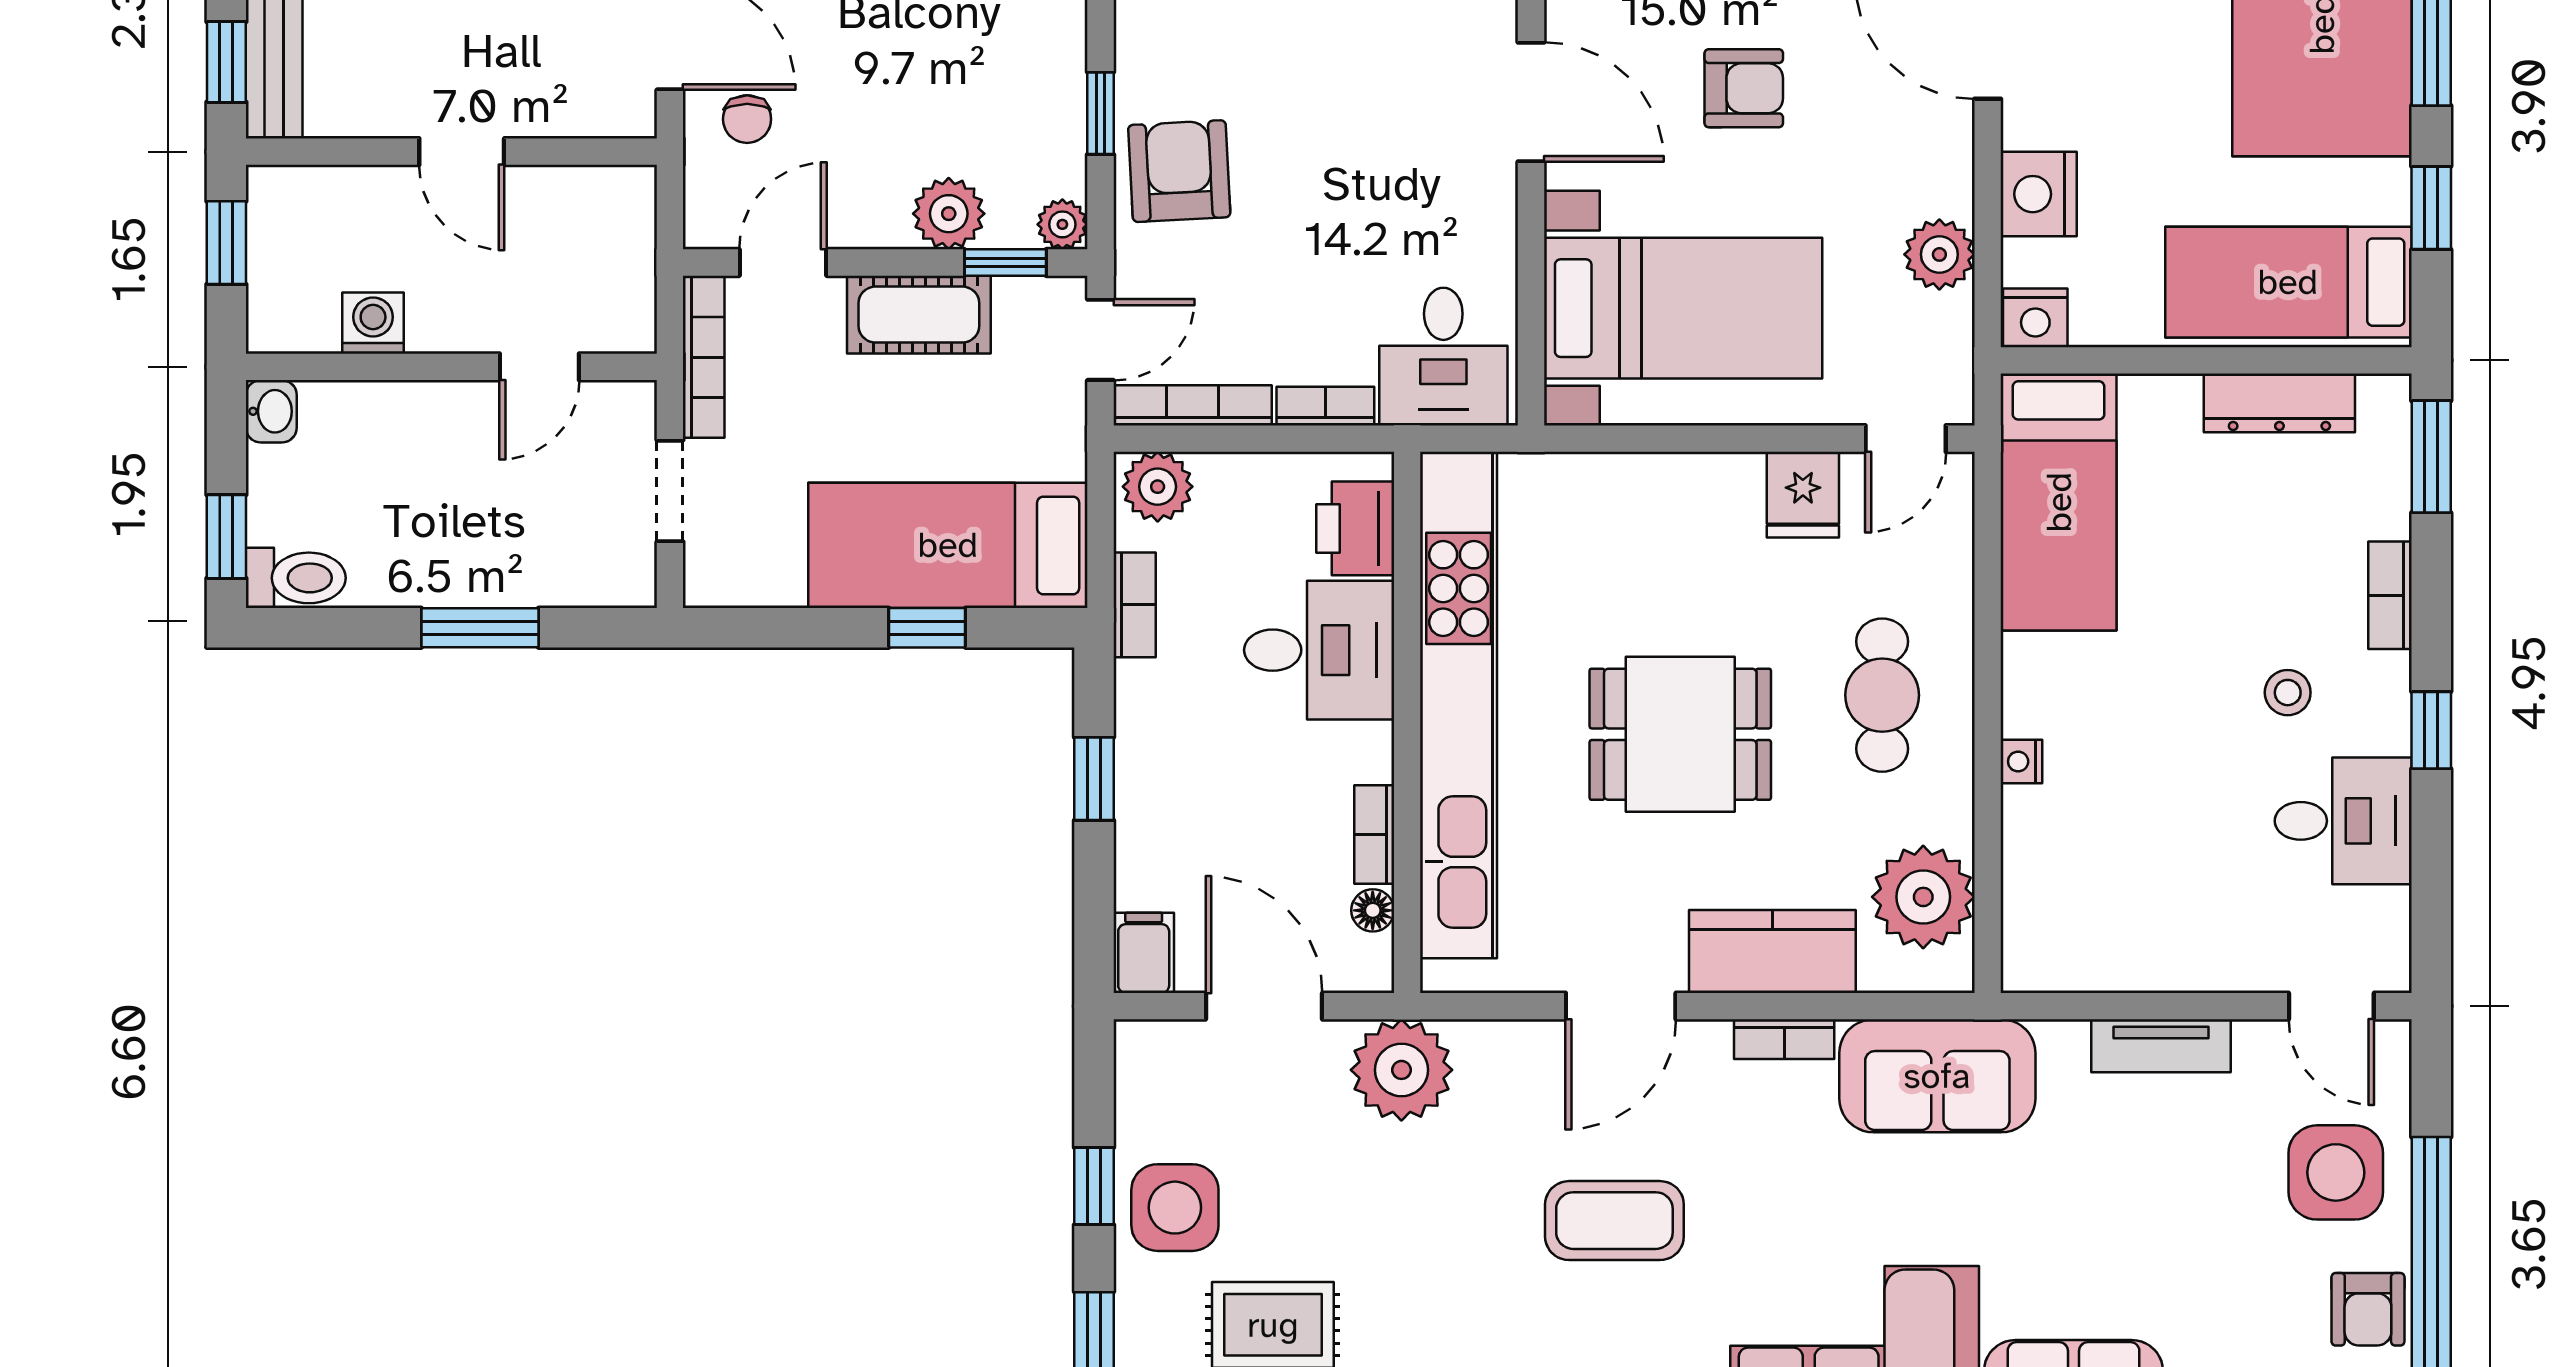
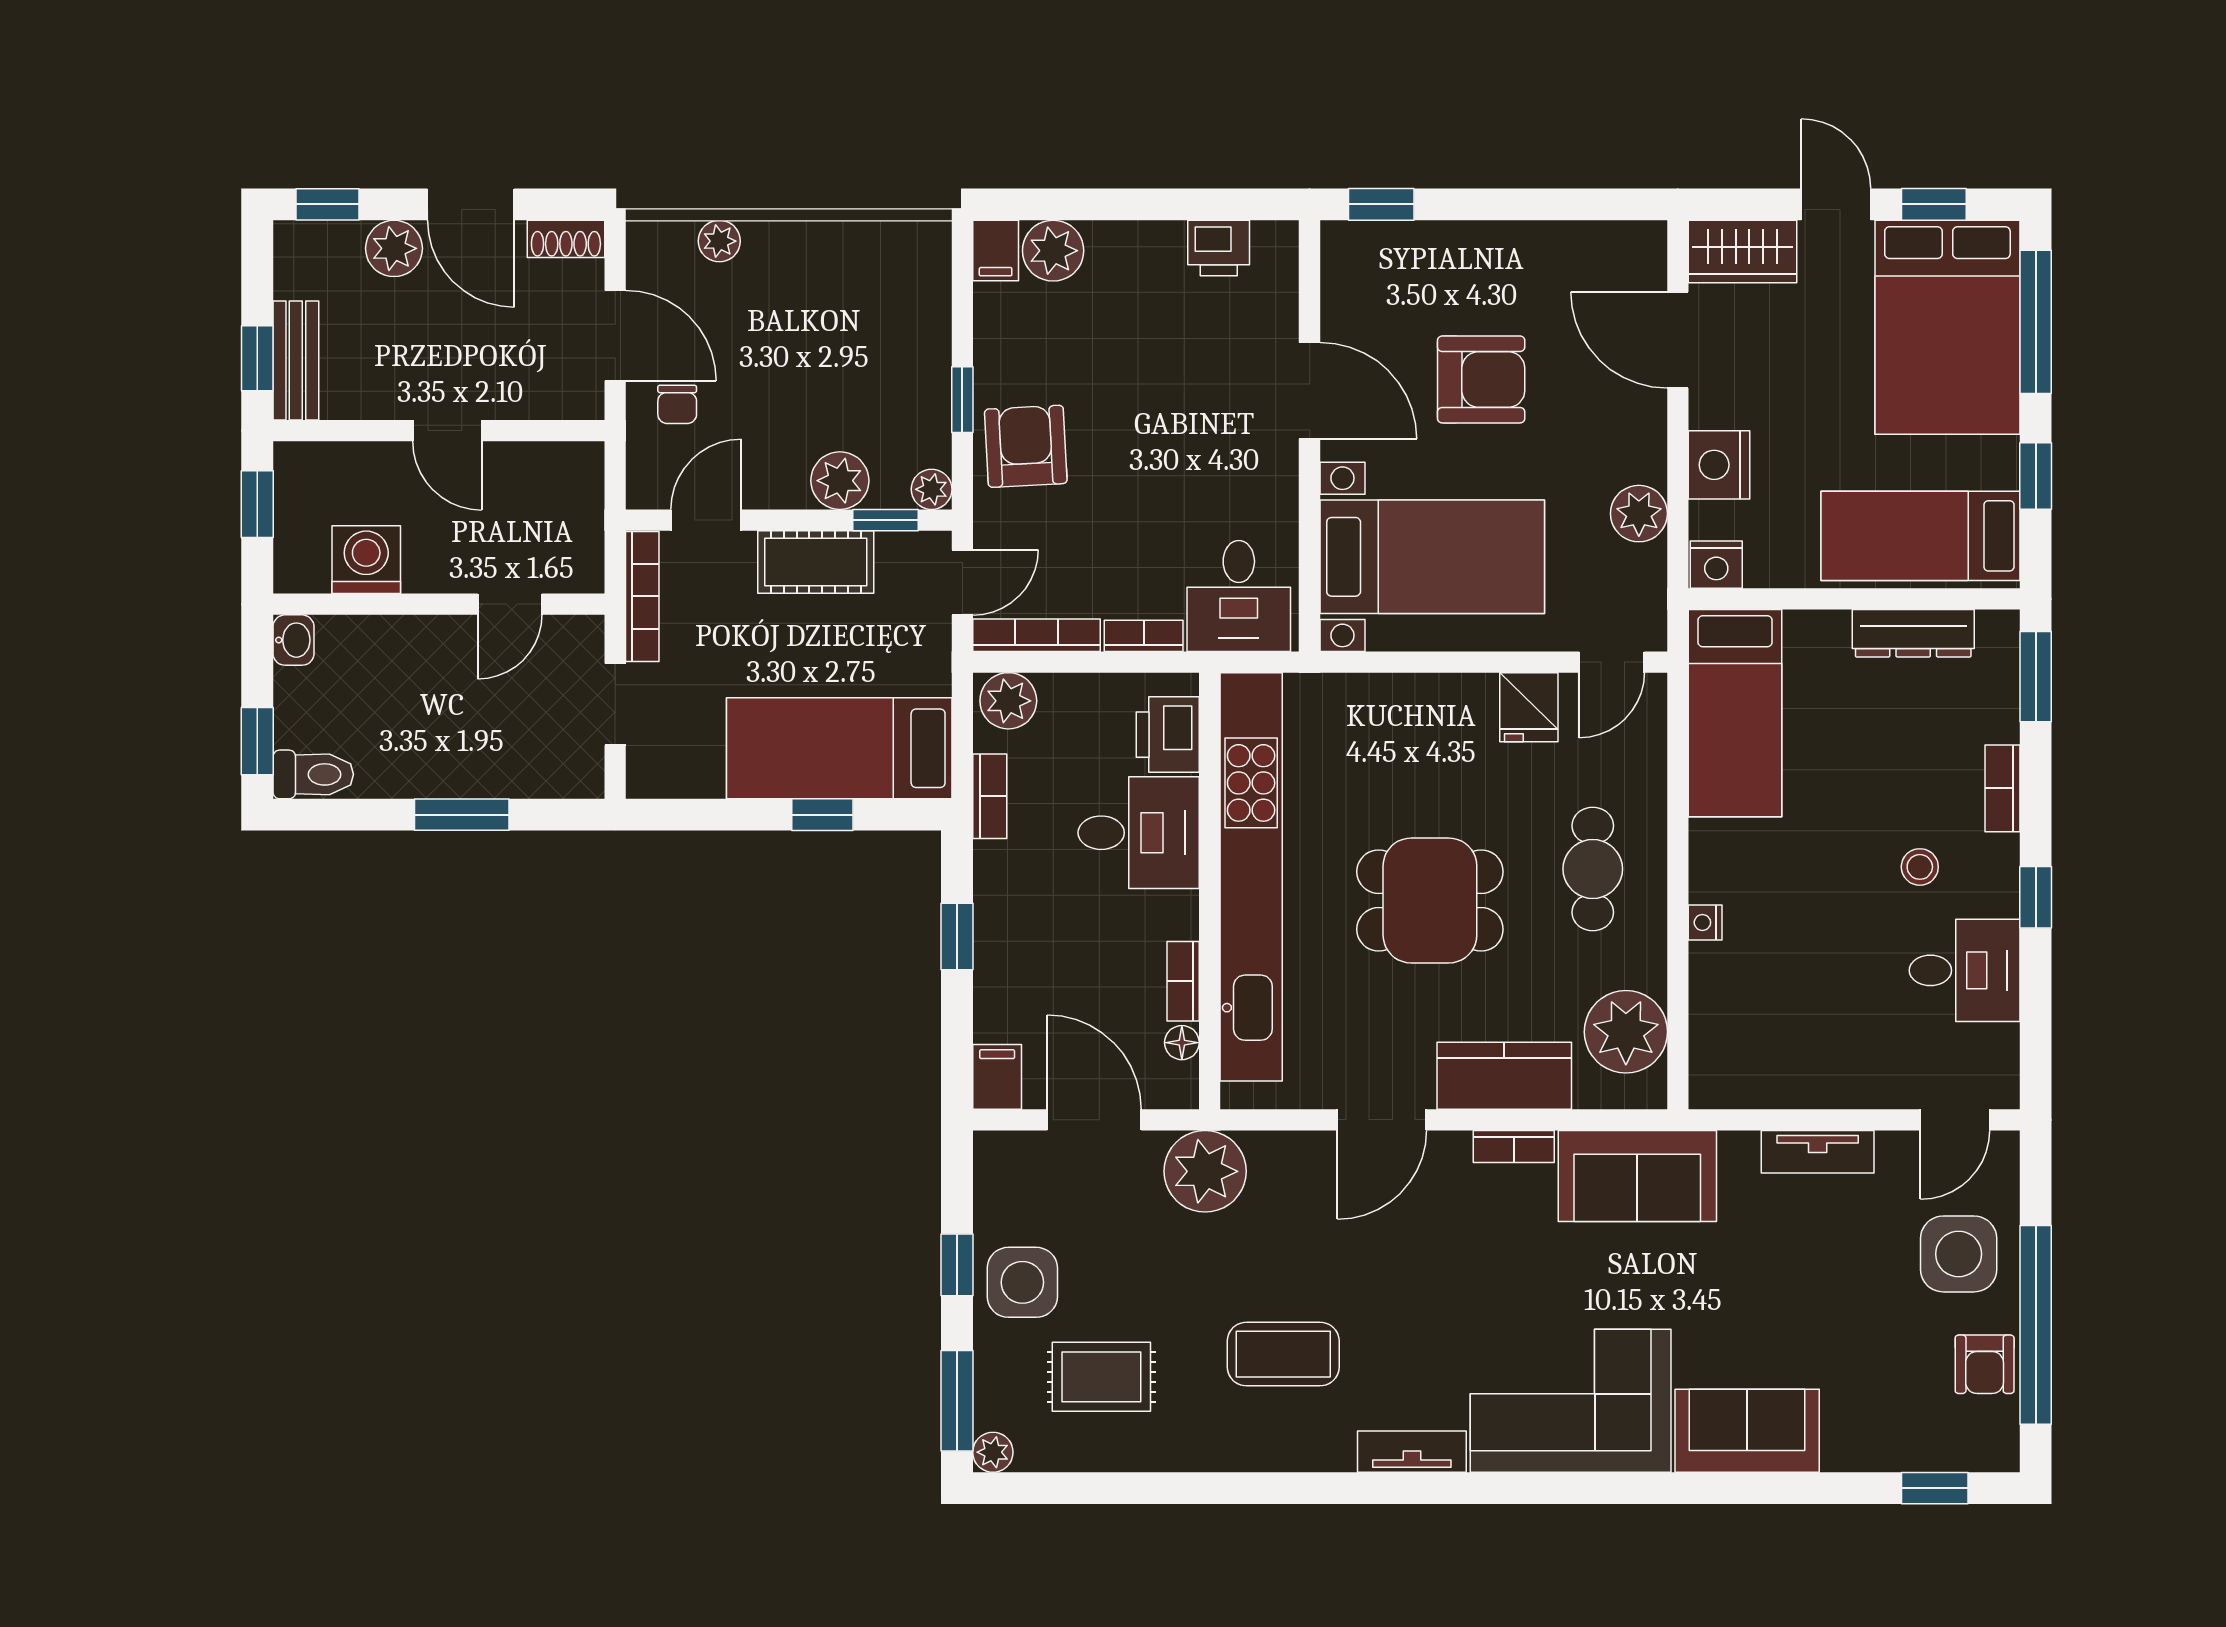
armchair: (1744, 88) -> (1481, 379), width x1.38, depth x1.38
washing machine: (373, 323) -> (366, 560), width x1.38, depth x1.38
door: (2331, 1006) -> (1955, 1120), hinge flipped
coffee table: (1614, 1221) -> (1283, 1354), moved

